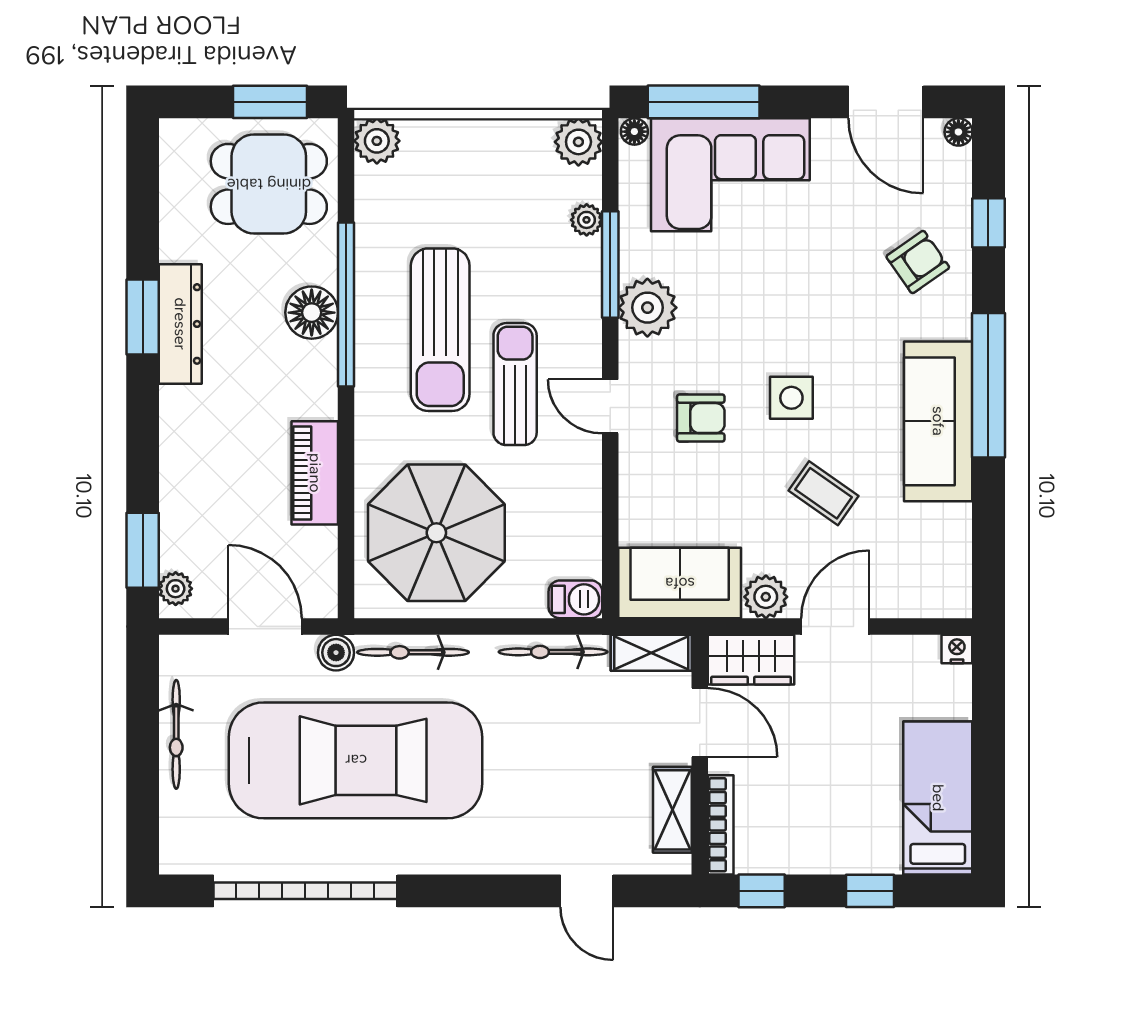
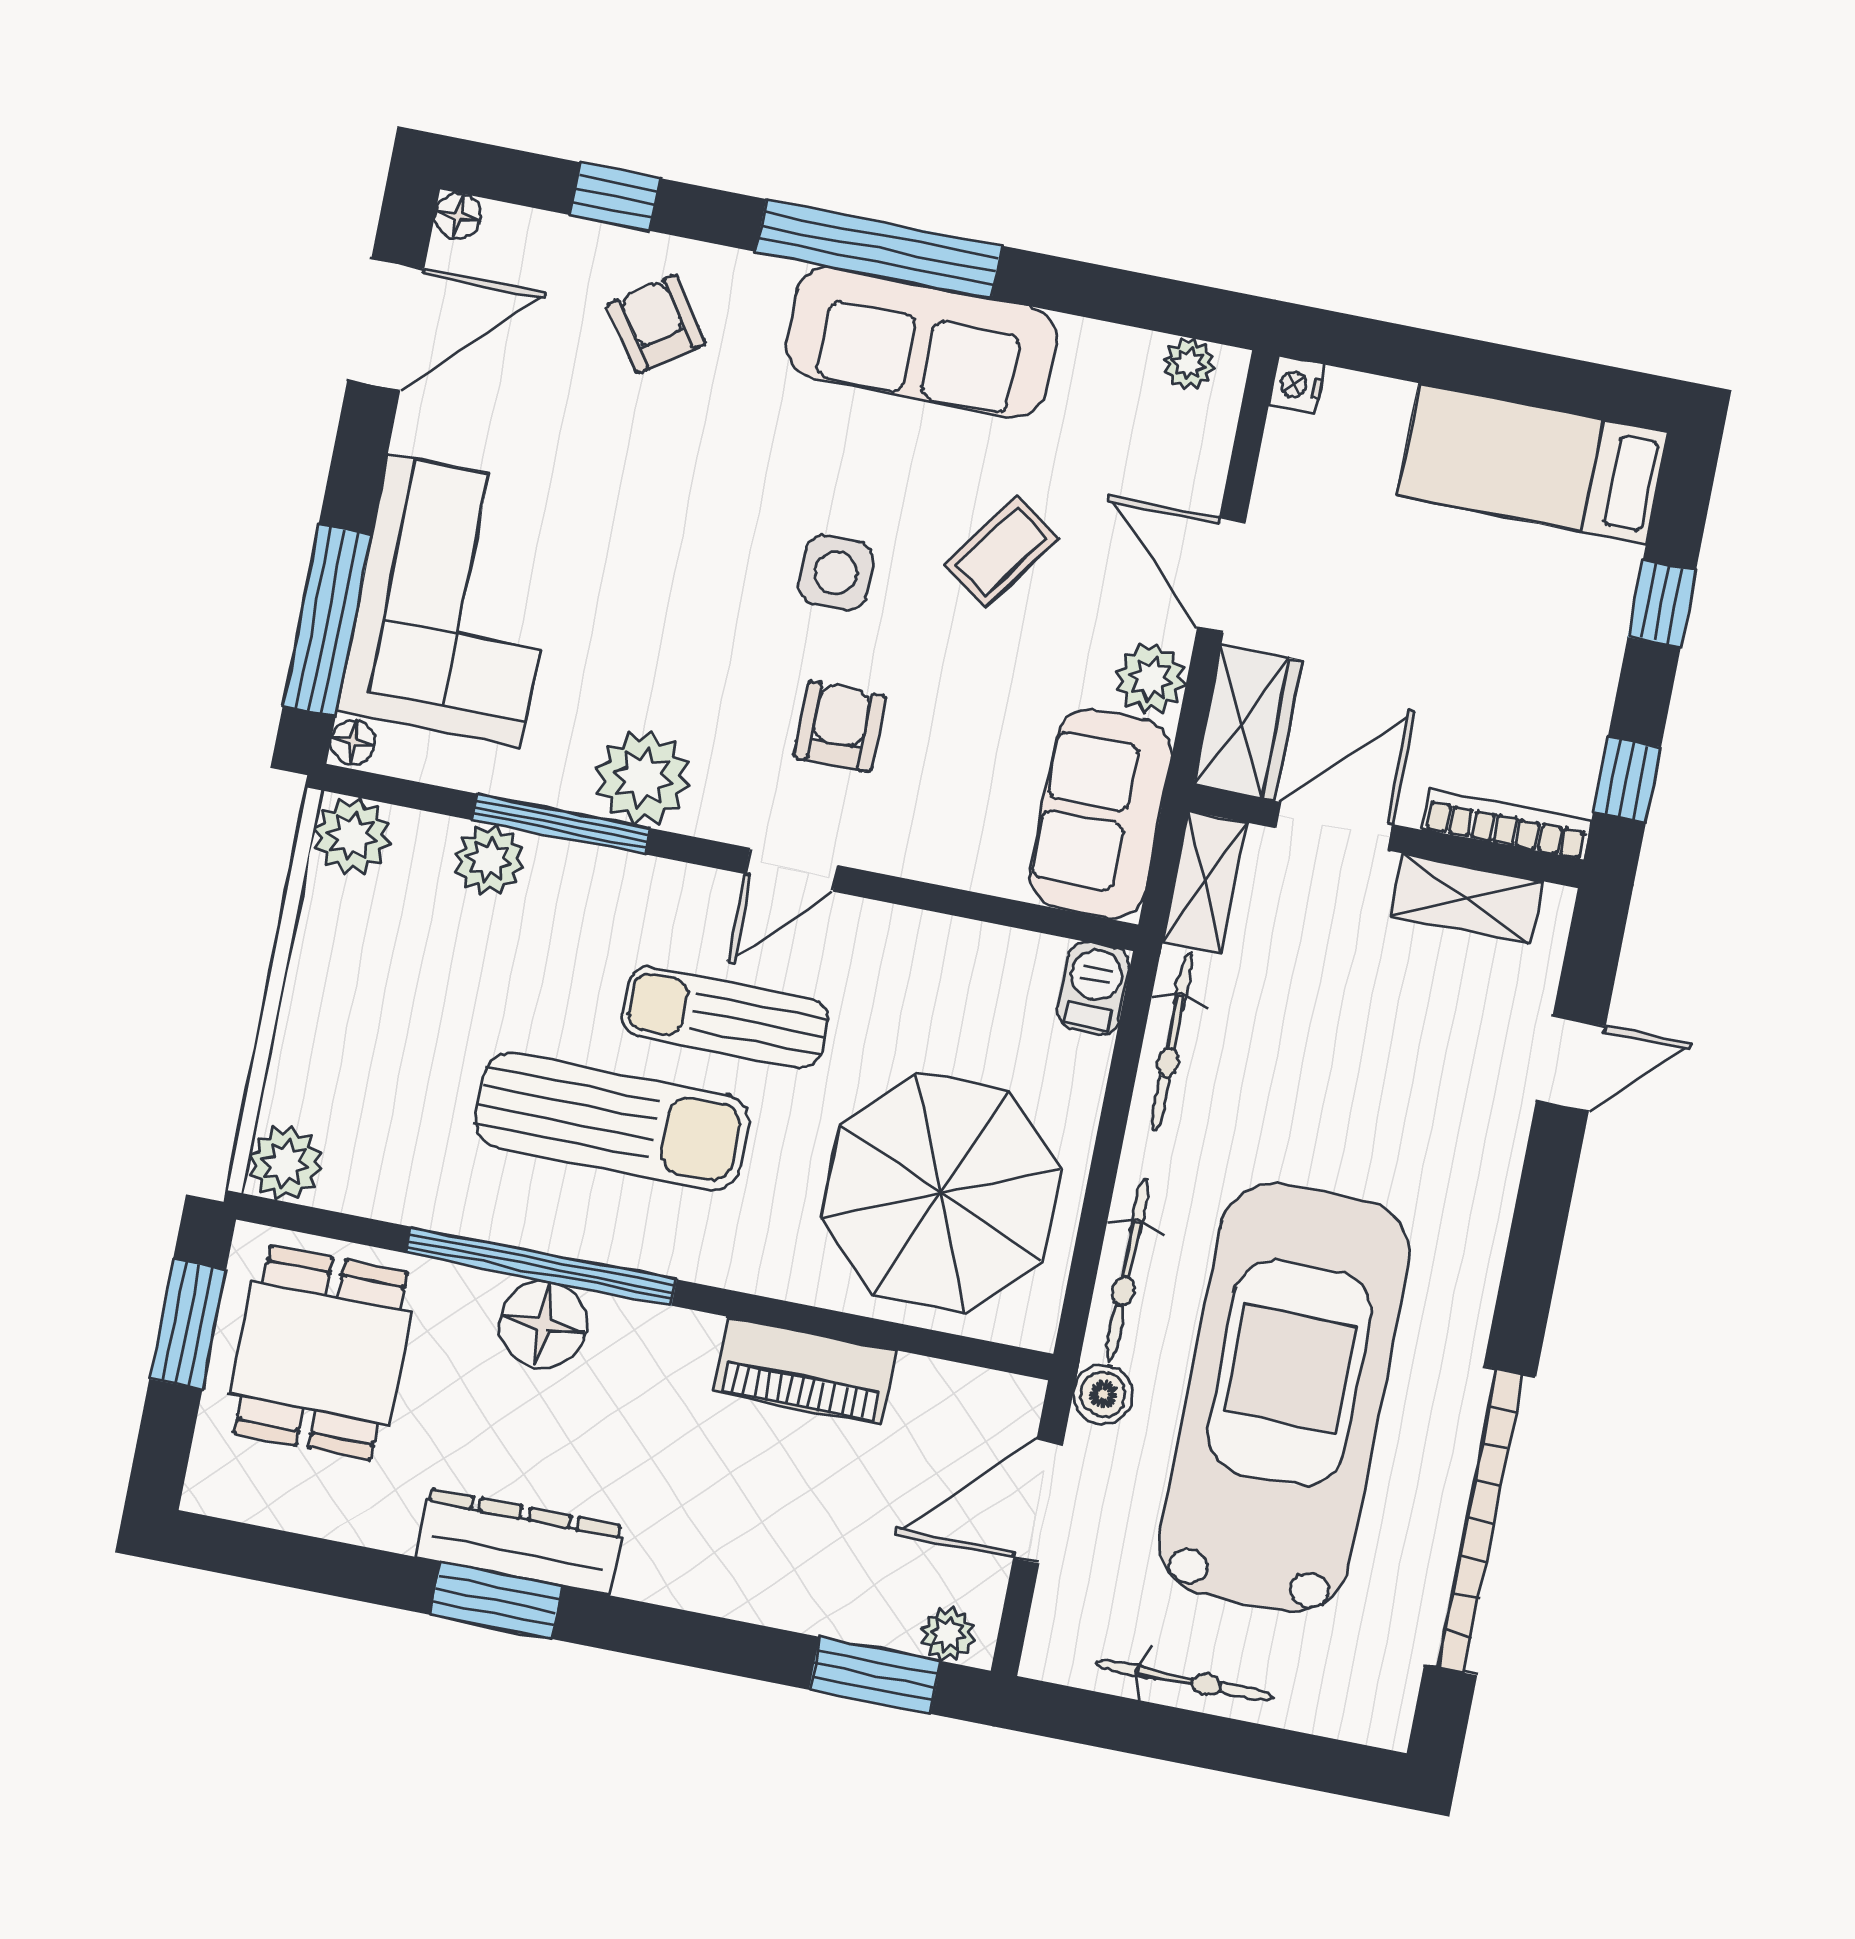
plant: (587, 220) -> (489, 860), width x1.38, depth x1.38
plant: (957, 582) -> (1189, 364), added

